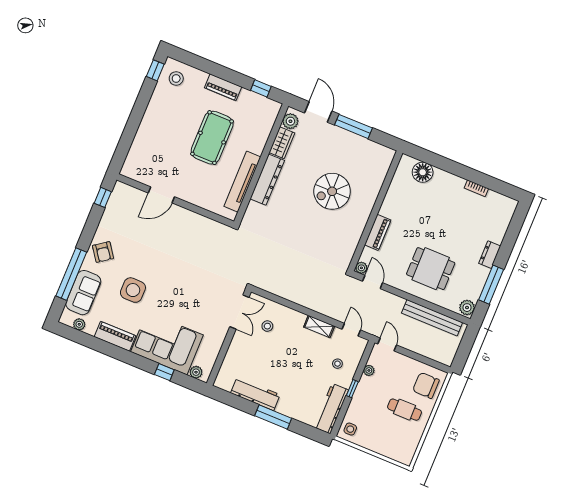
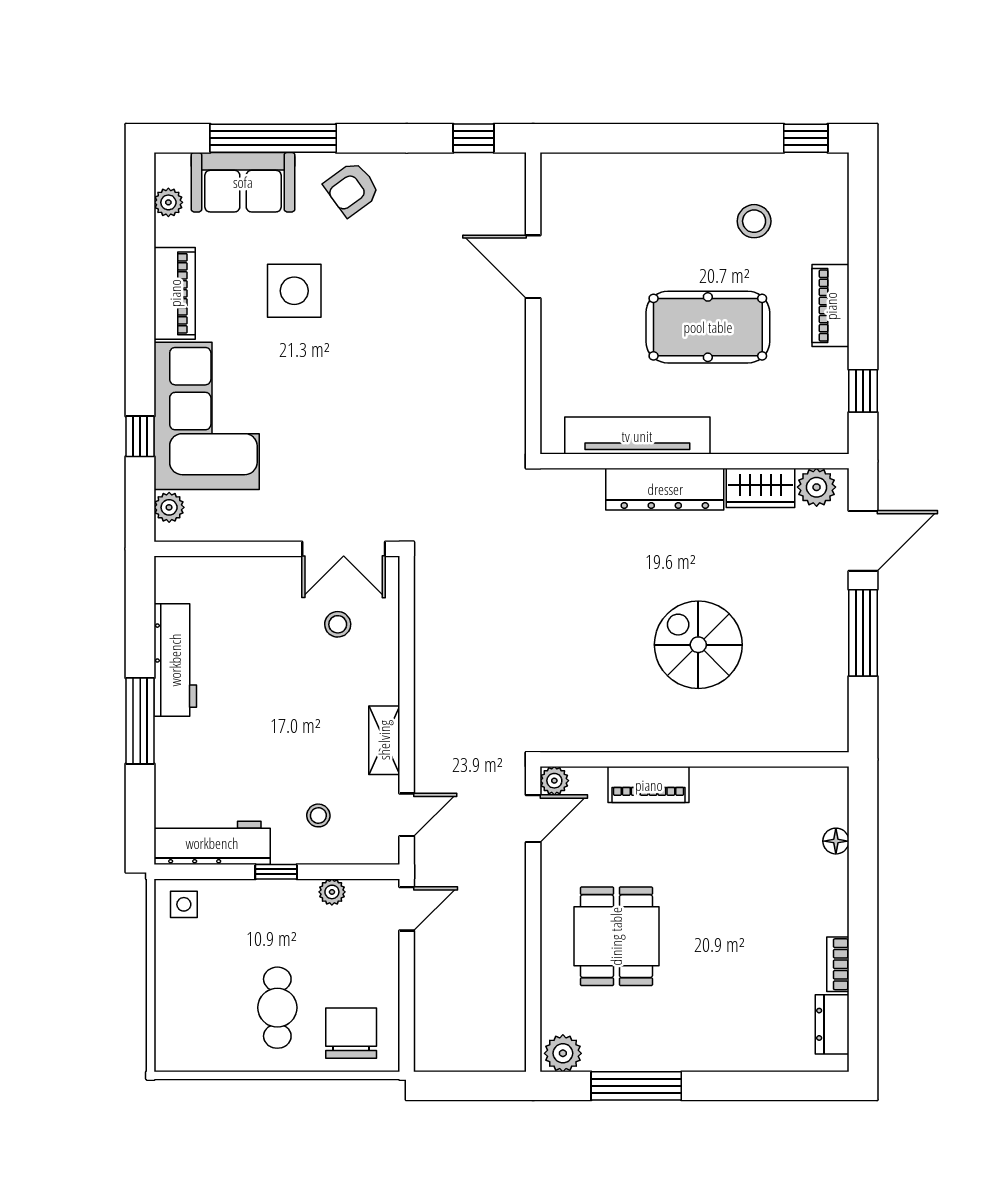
stool: (176, 78) -> (754, 221), moved
floor lamp: (423, 172) -> (836, 841), width x0.53, depth x0.53
dresser: (490, 255) -> (832, 1024), moved, turned -90
bench: (432, 318) -> (508, 984), removed

